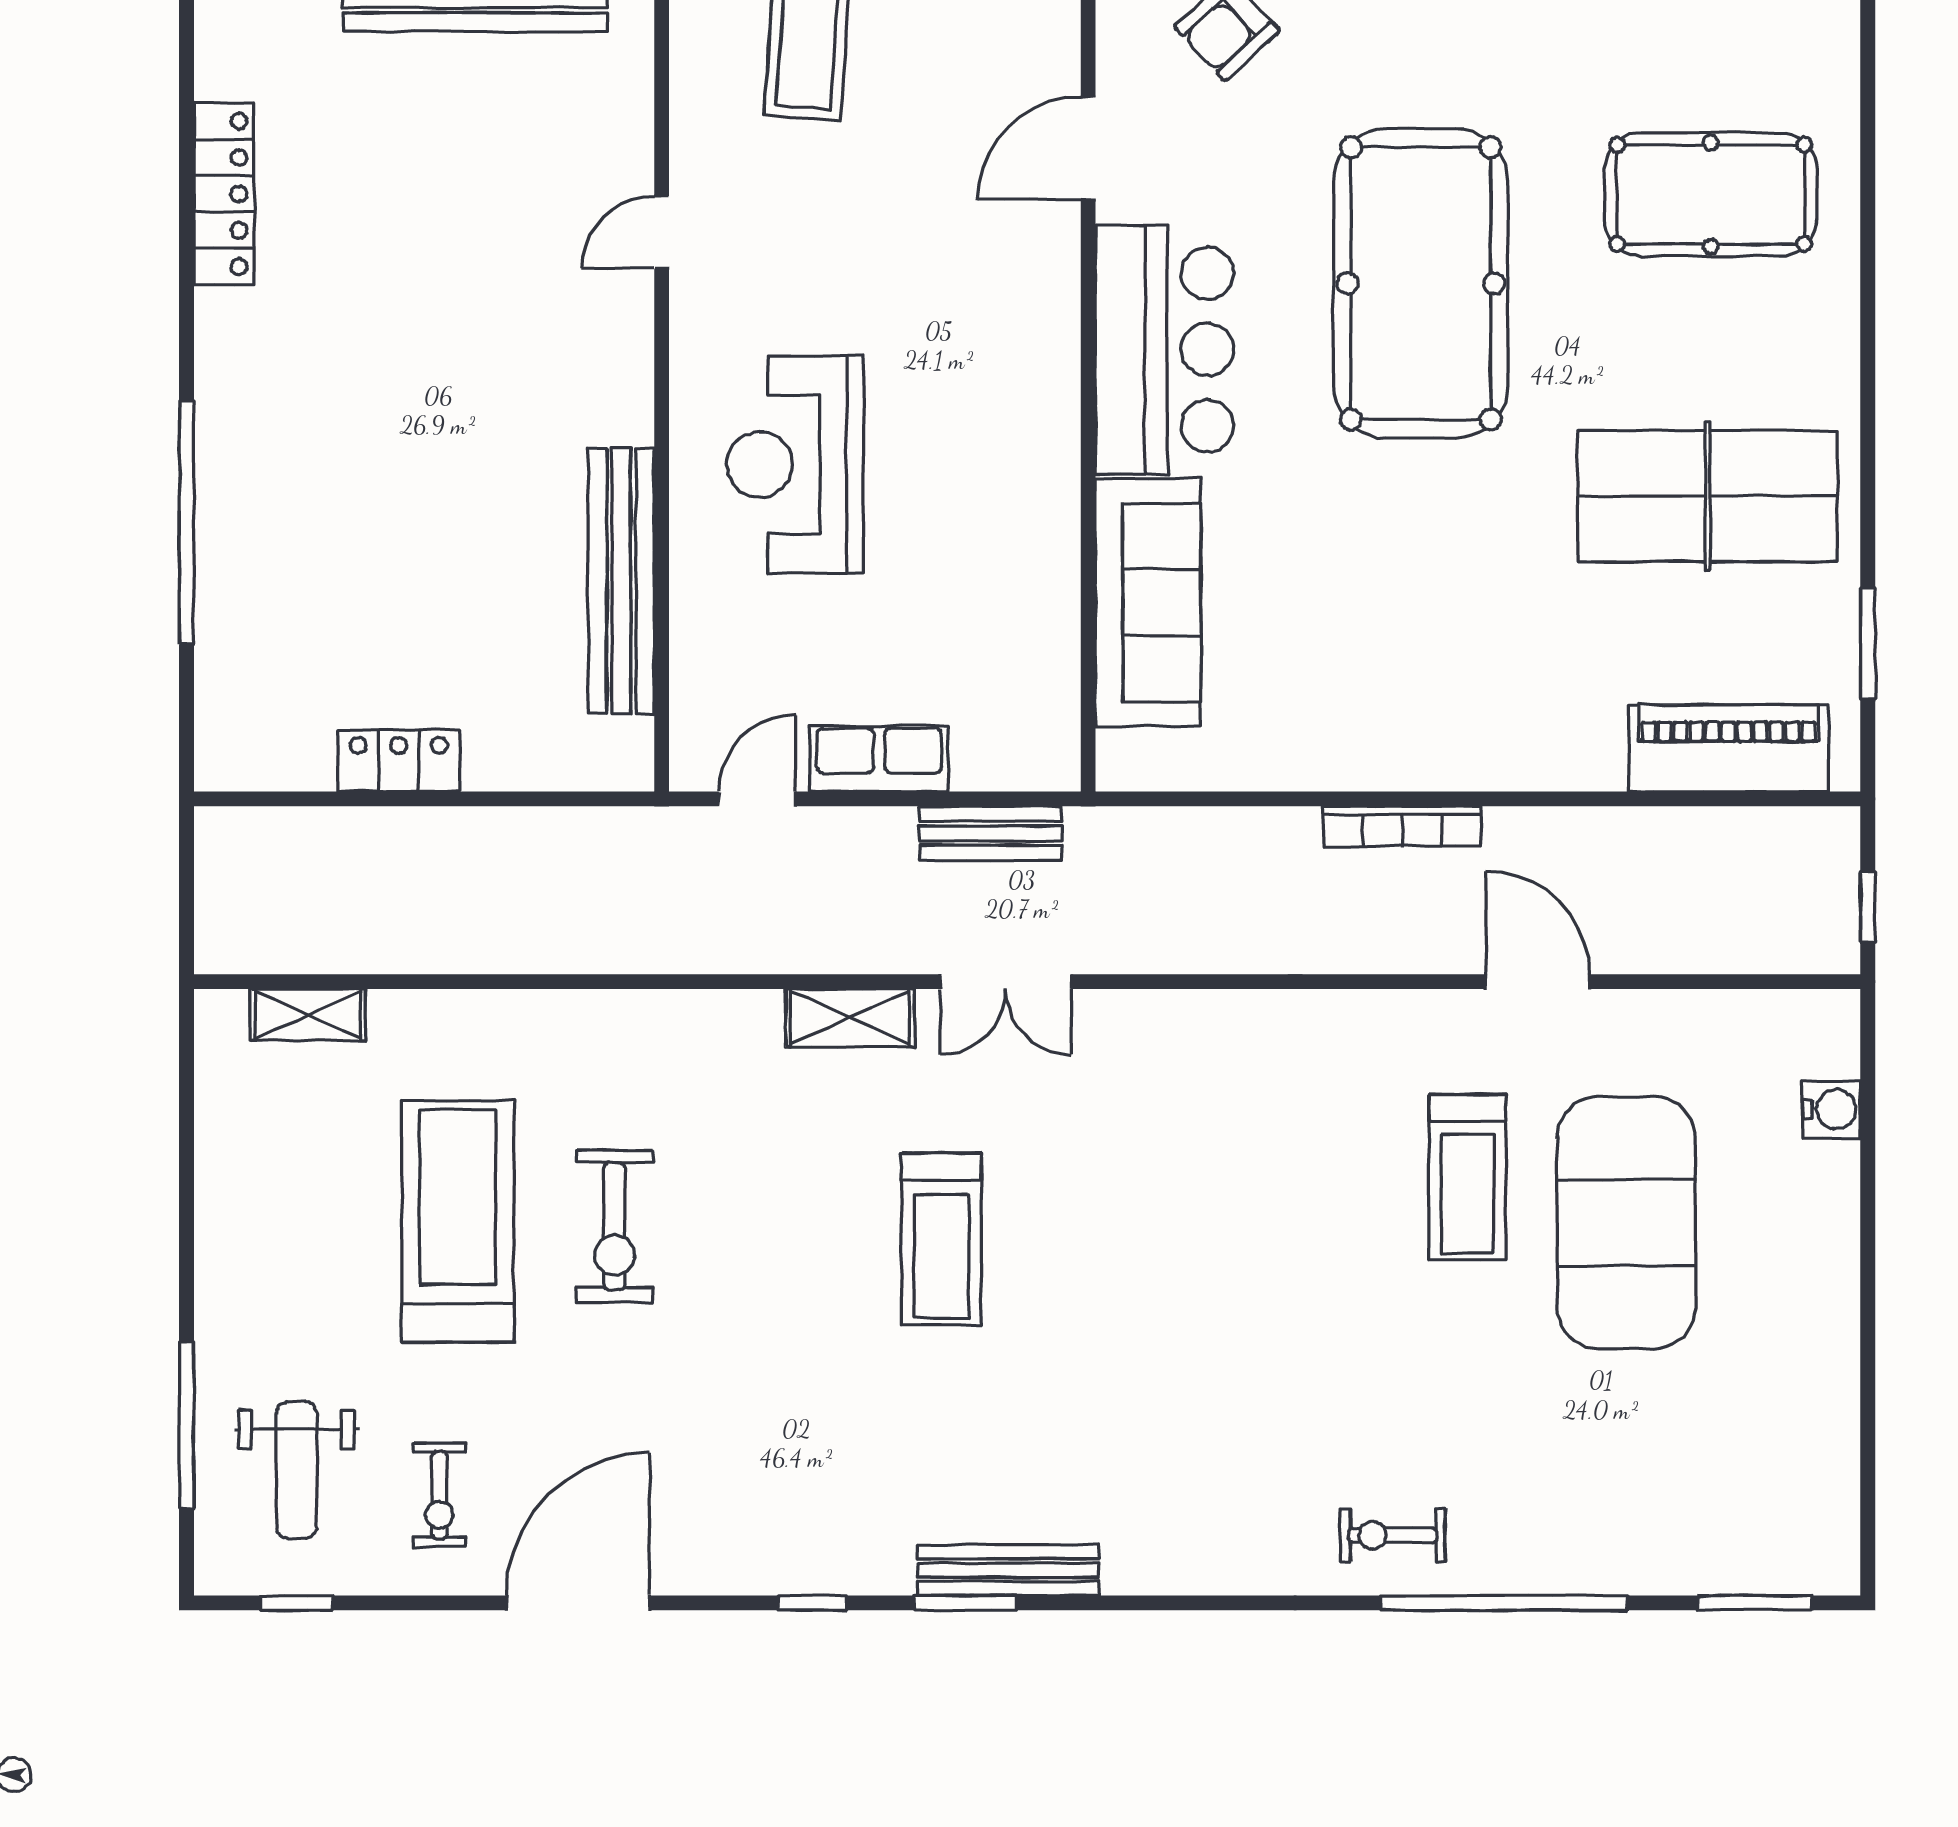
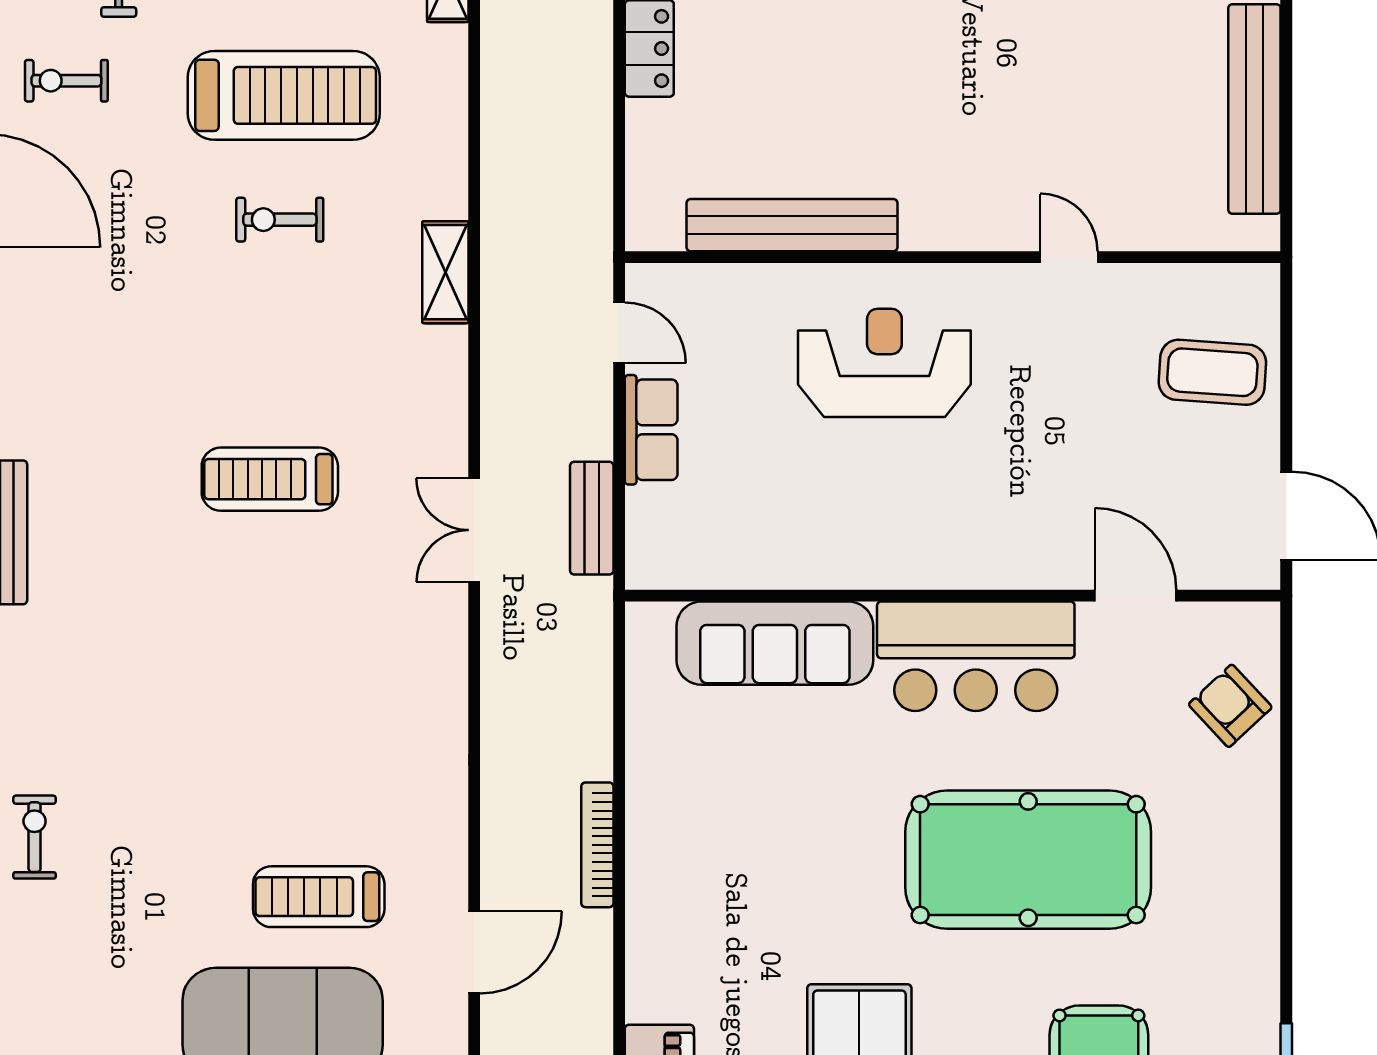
shelving: (850, 1018) -> (445, 272), moved
exercise bike: (614, 1226) -> (280, 220), width x0.73, depth x0.72

